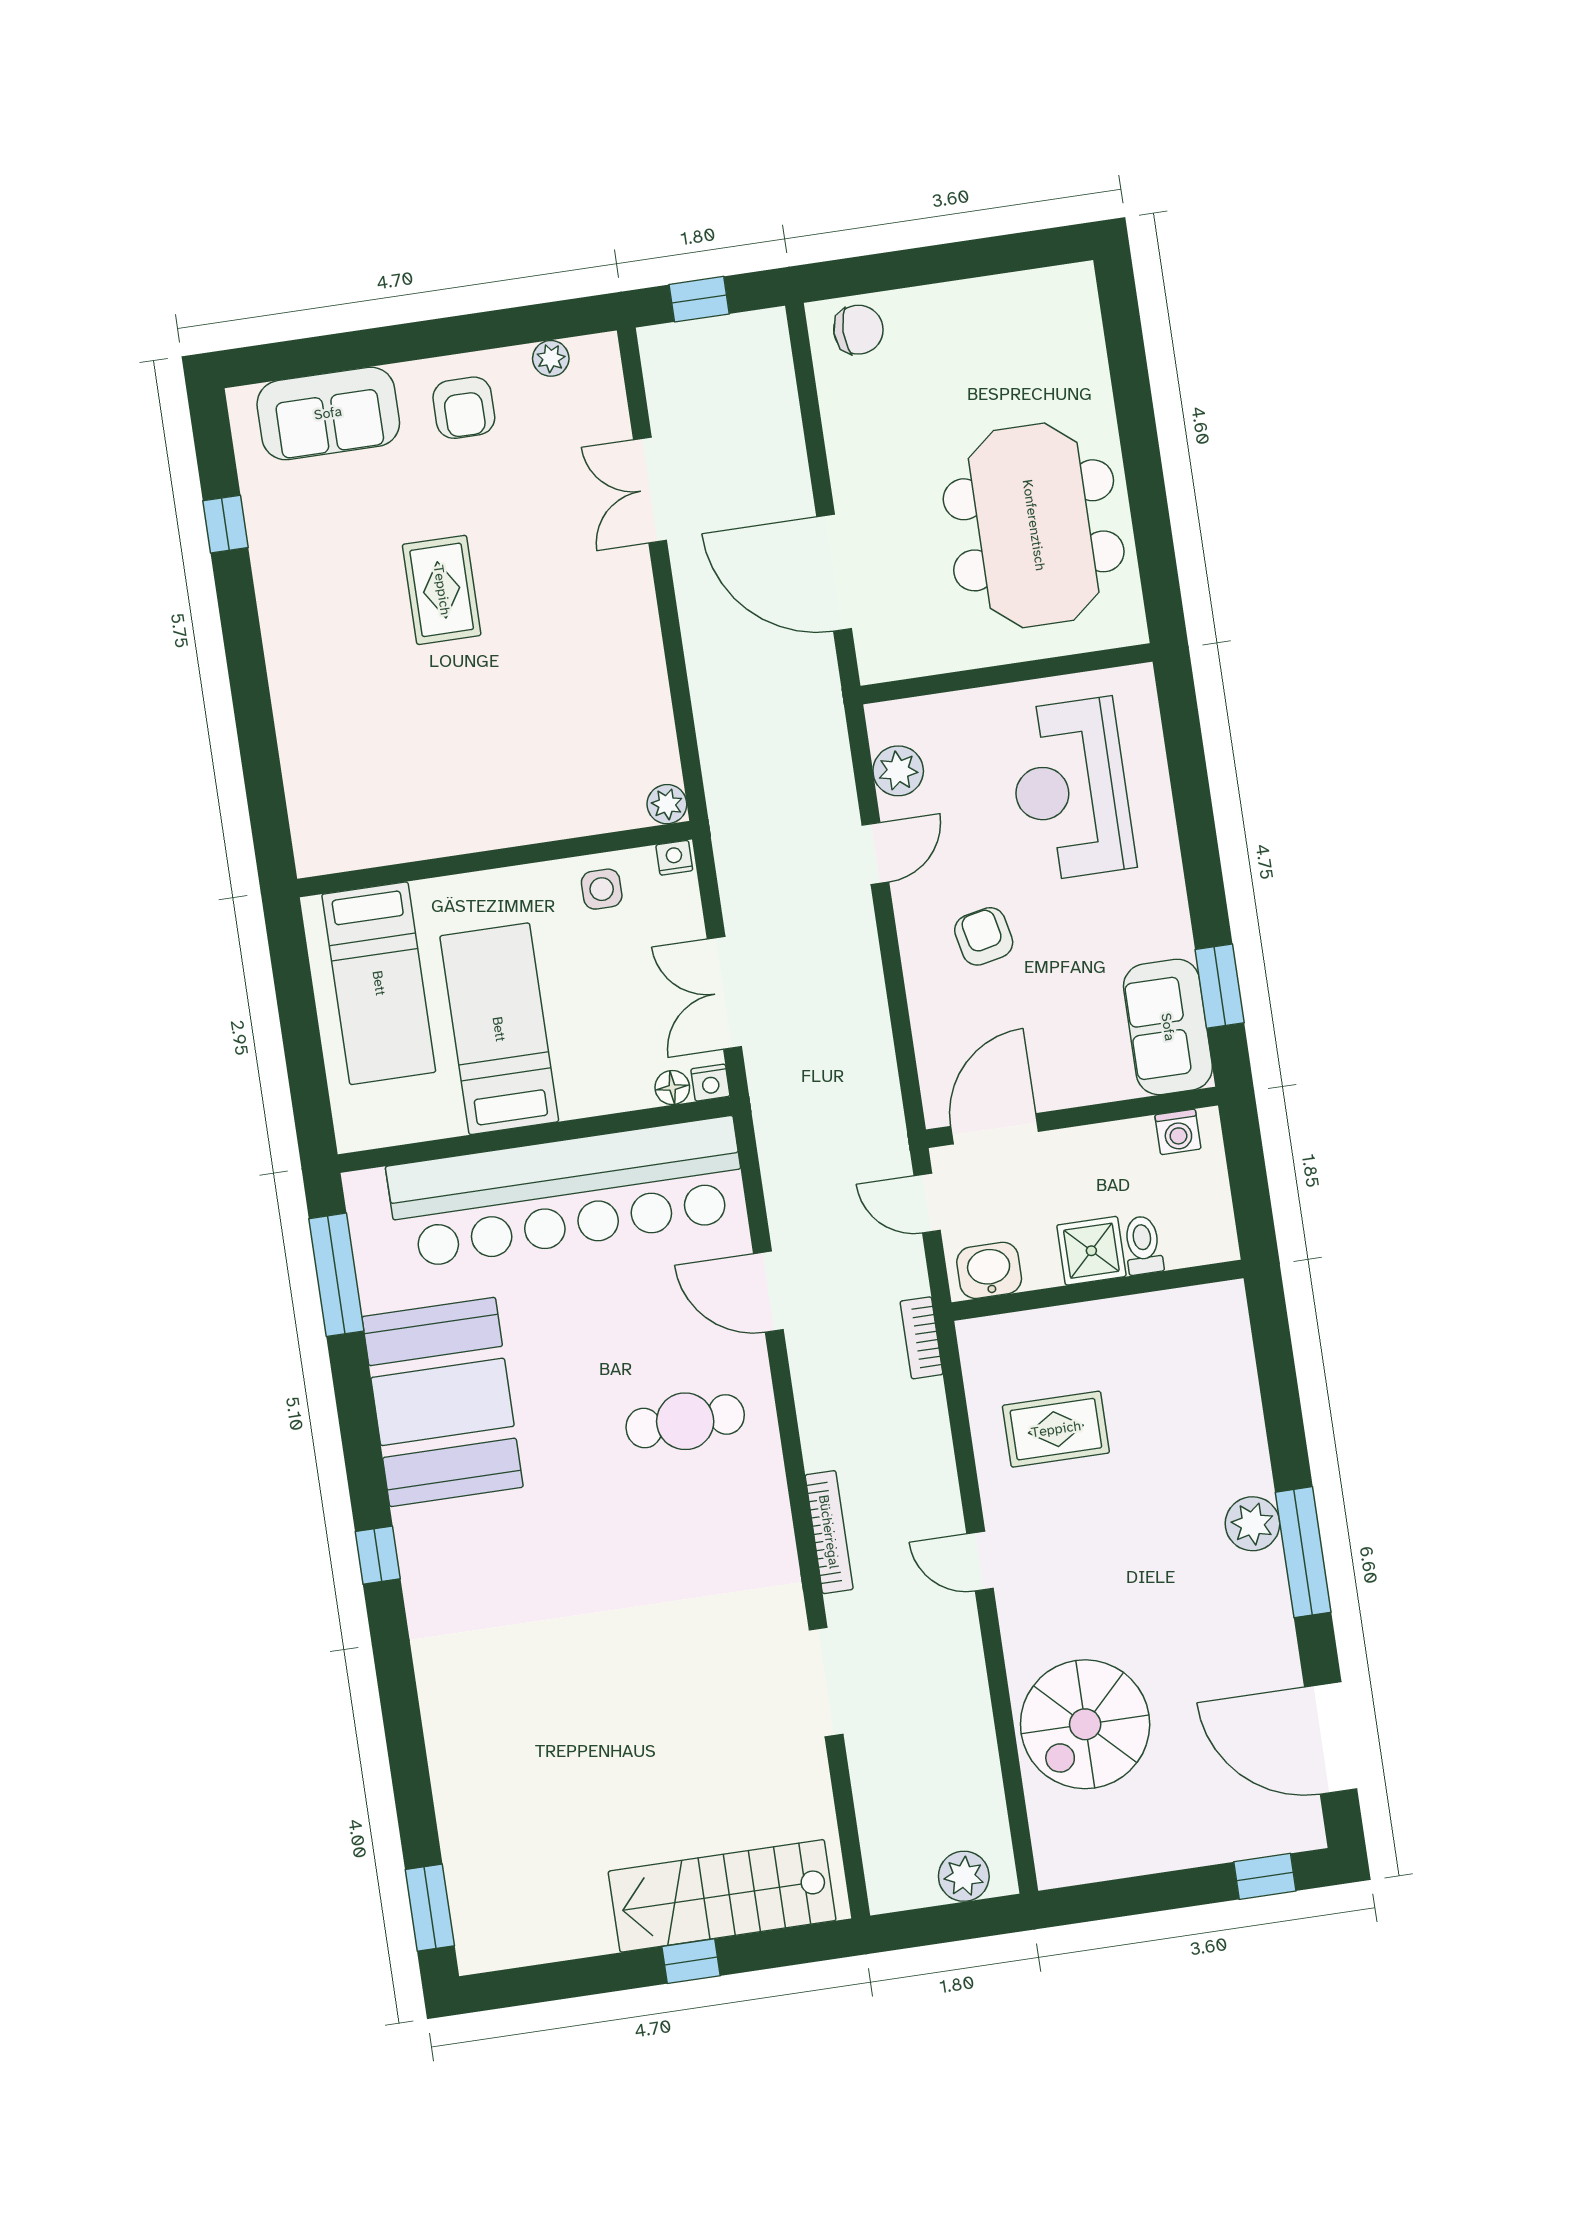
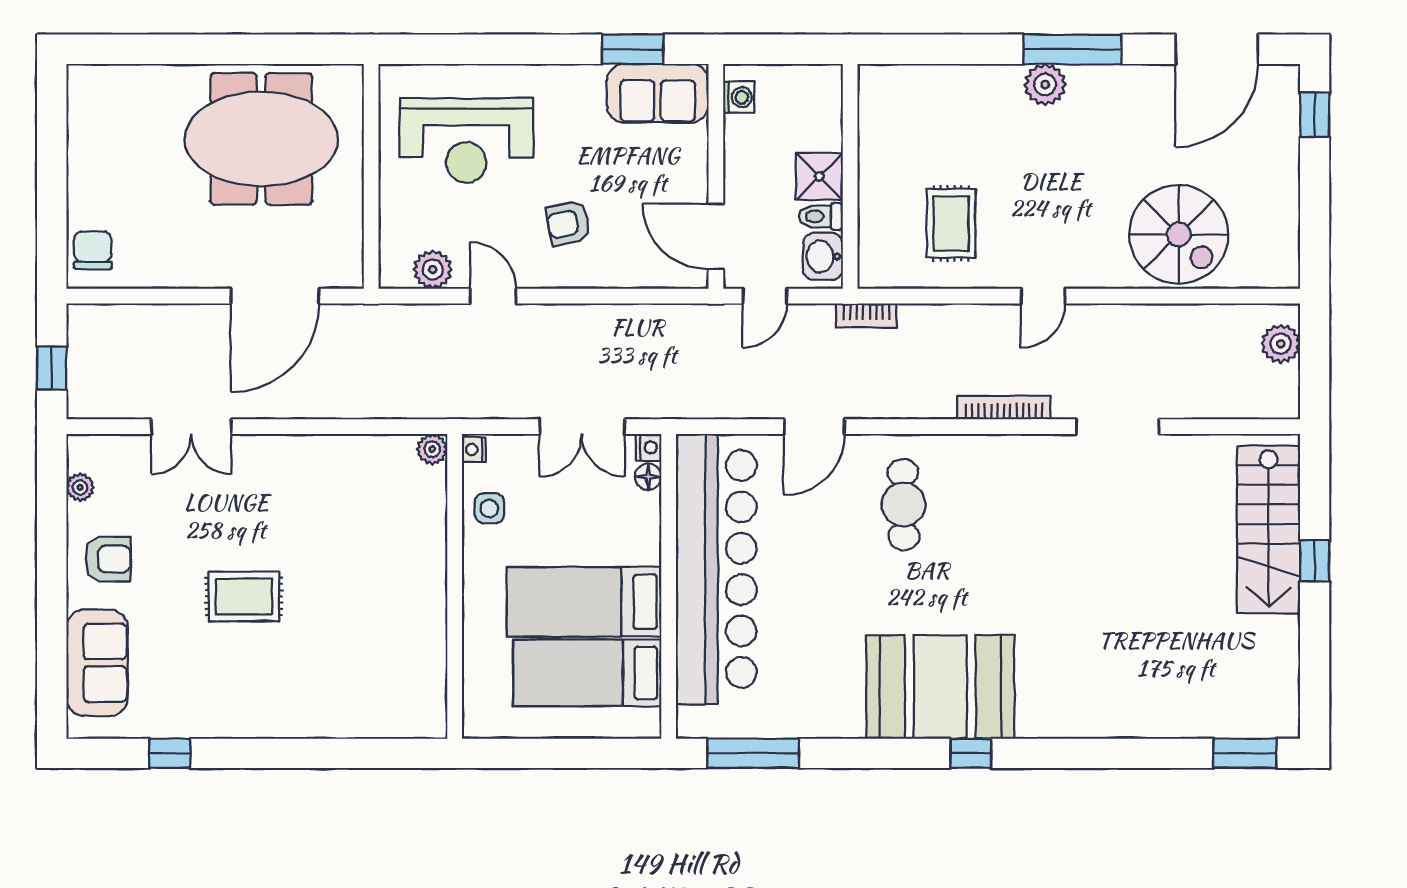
bed: (379, 983) -> (587, 673), moved, turned 180
toilet: (1143, 1245) -> (821, 216), moved
booth: (442, 1402) -> (940, 687), moved

